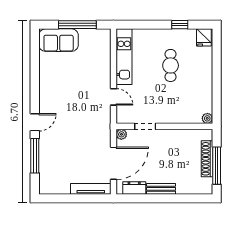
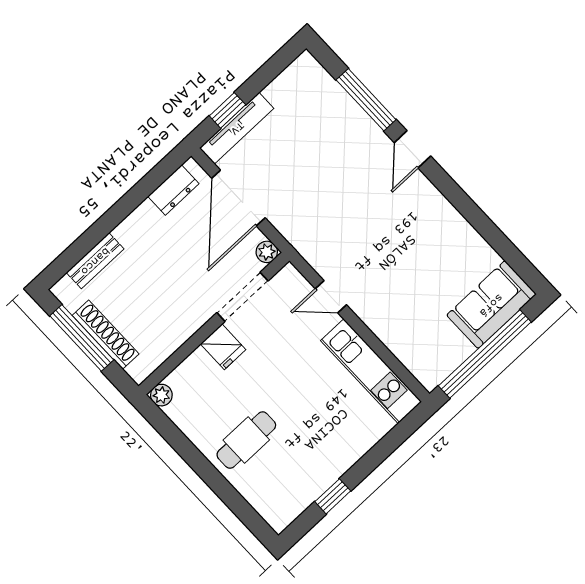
window: (77, 25) -> (485, 354), width x1.46
fridge: (204, 37) -> (223, 347), moved, turned 180
cafe table: (171, 65) -> (246, 440), moved, turned 90
doorway: (145, 126) -> (243, 297), width x1.38
bench: (161, 189) -> (95, 261), moved
window: (88, 198) -> (227, 110), added

